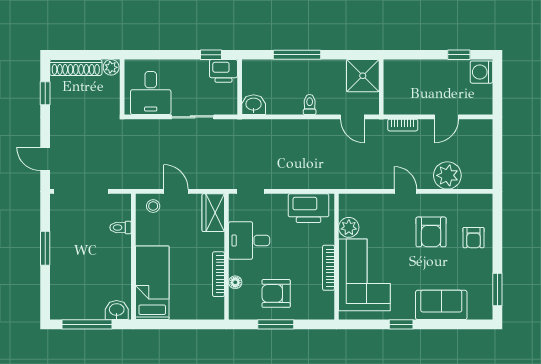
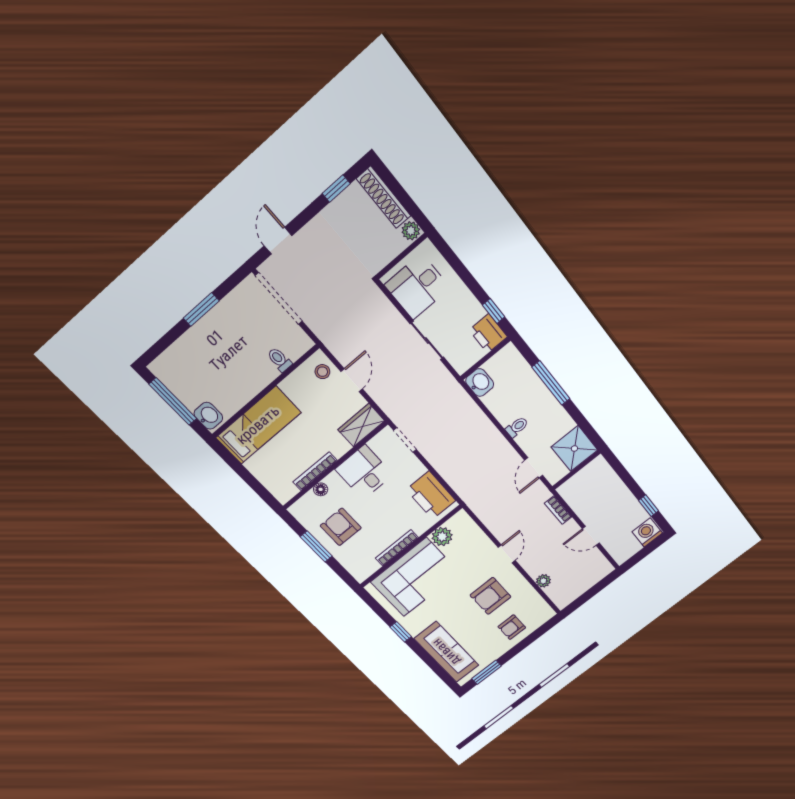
plant: (447, 175) -> (543, 581), width x0.53, depth x0.53
sofa: (441, 305) -> (446, 652), width x1.36

